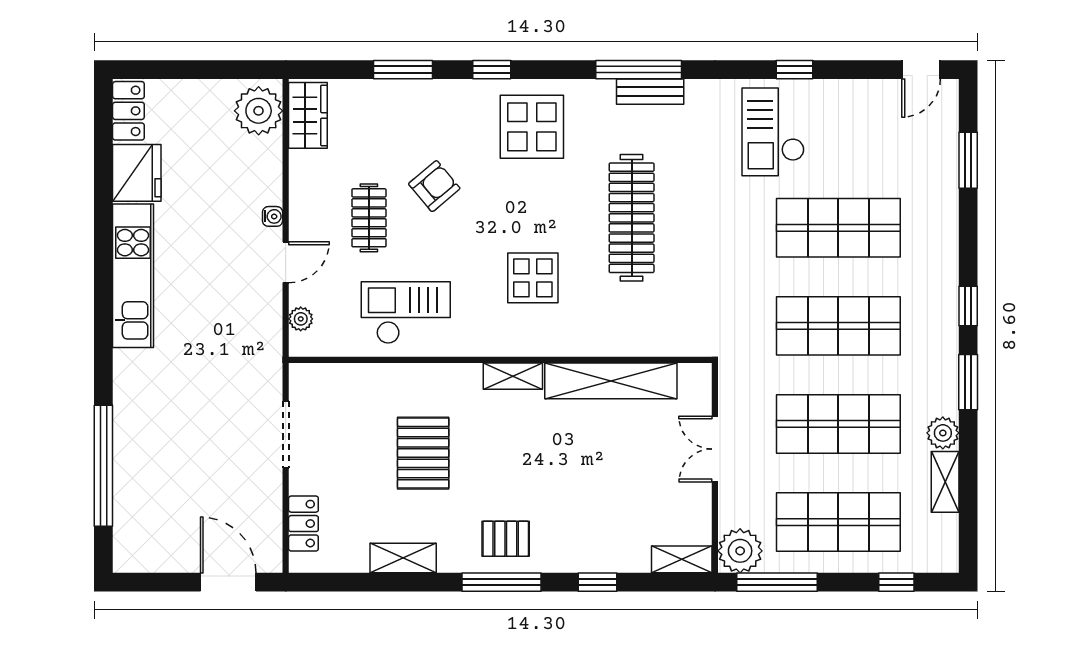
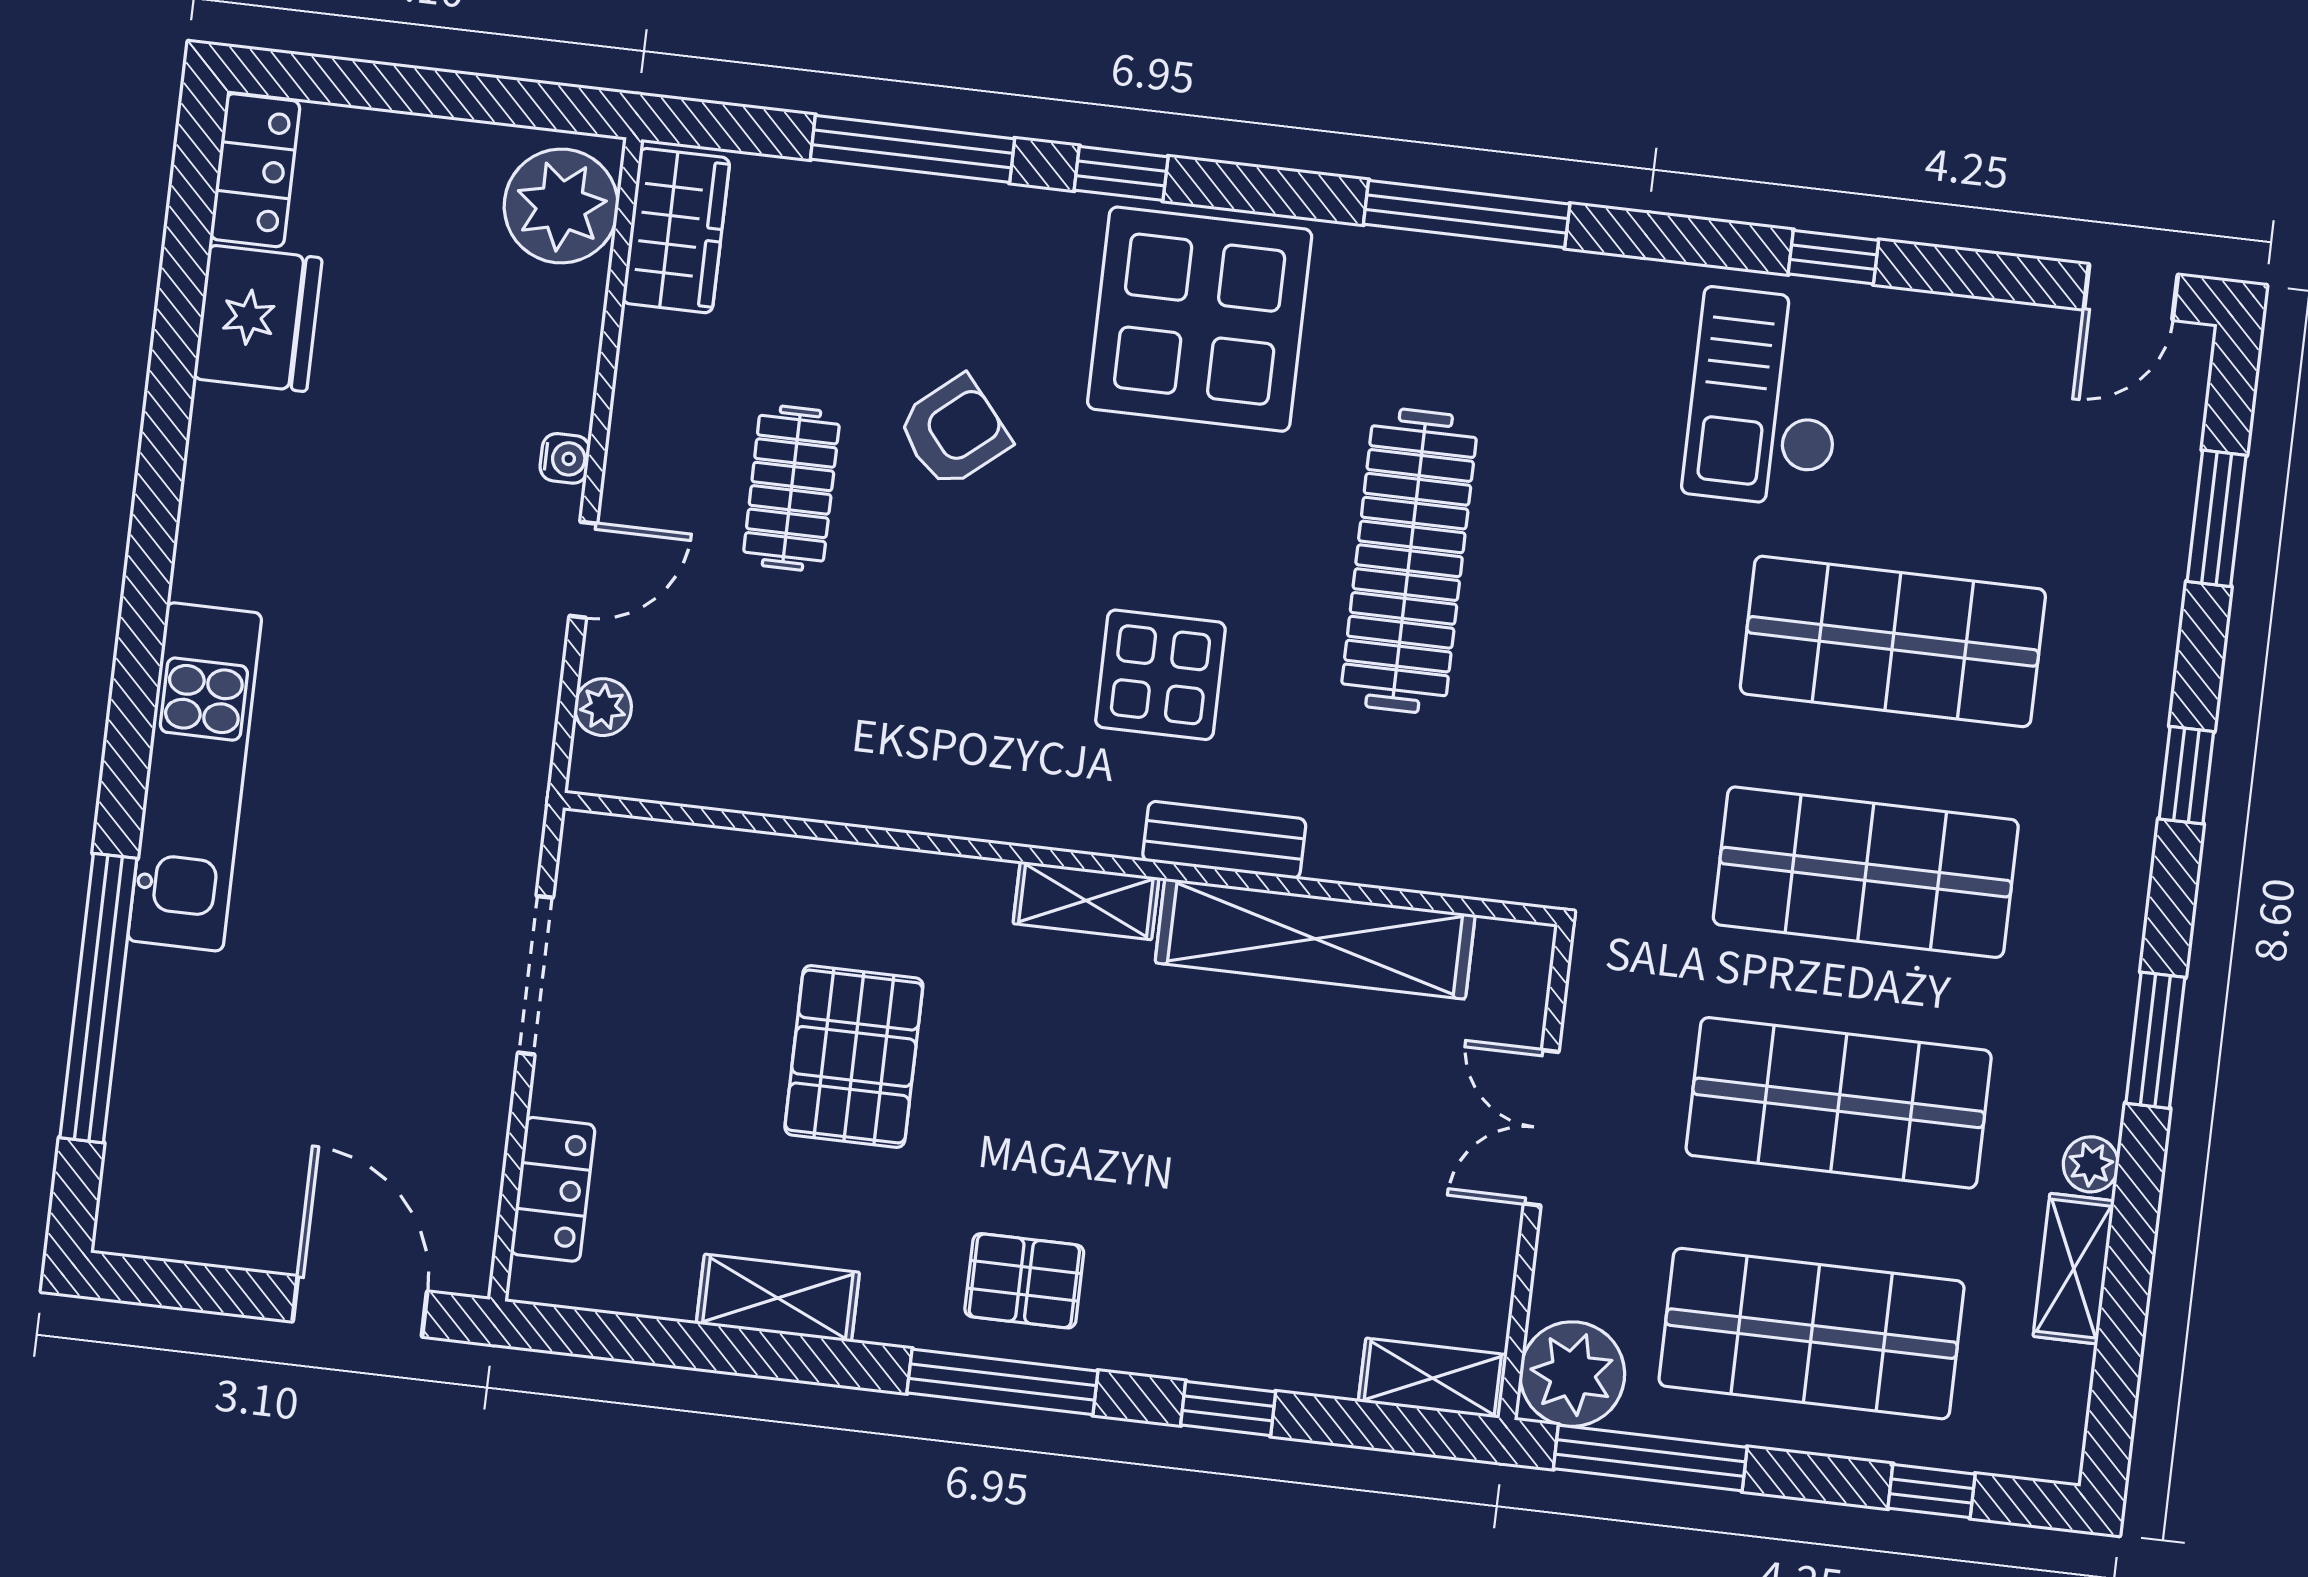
window: (403, 70) -> (913, 149), width x1.44
bench: (650, 92) -> (1224, 840), moved
display table: (532, 127) -> (1200, 319), width x1.36, depth x1.36
kitchen unit: (133, 276) -> (195, 777), moved
window: (968, 306) -> (2186, 775), moved
checkout: (406, 313) -> (852, 721), removed
plant: (943, 433) -> (2091, 1164), width x0.73, depth x0.73

